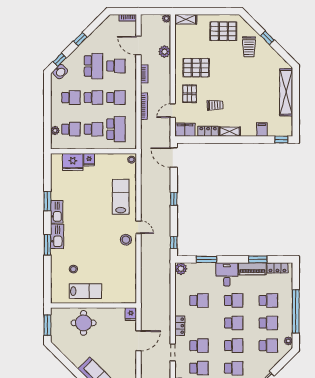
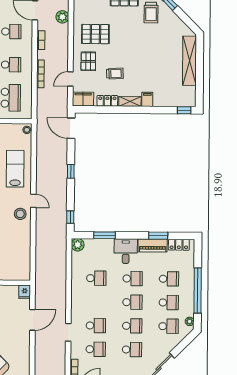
filing cabinet: (262, 130) -> (147, 99), moved
locker: (180, 326) -> (76, 304), removed

